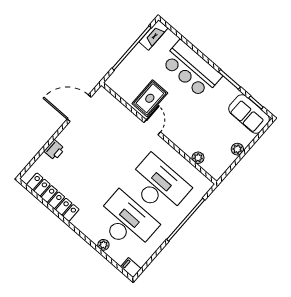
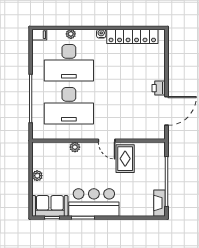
bar counter: (191, 69) -> (94, 202), moved
printer: (54, 150) -> (159, 88), moved
plant: (198, 158) -> (75, 147), moved
water cooler: (77, 223) -> (101, 34), added

